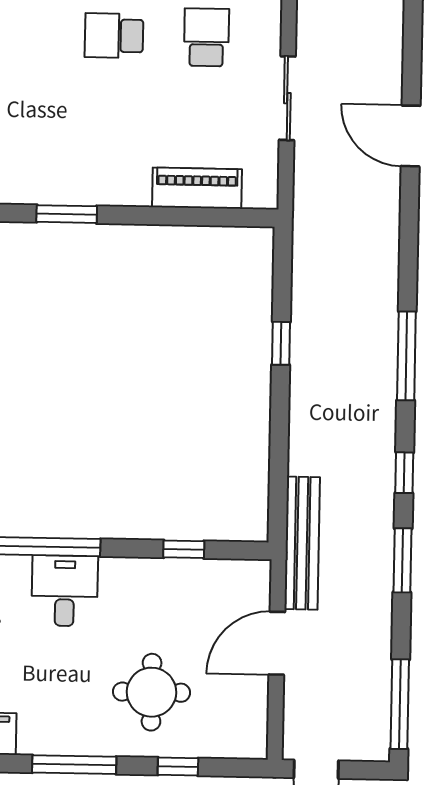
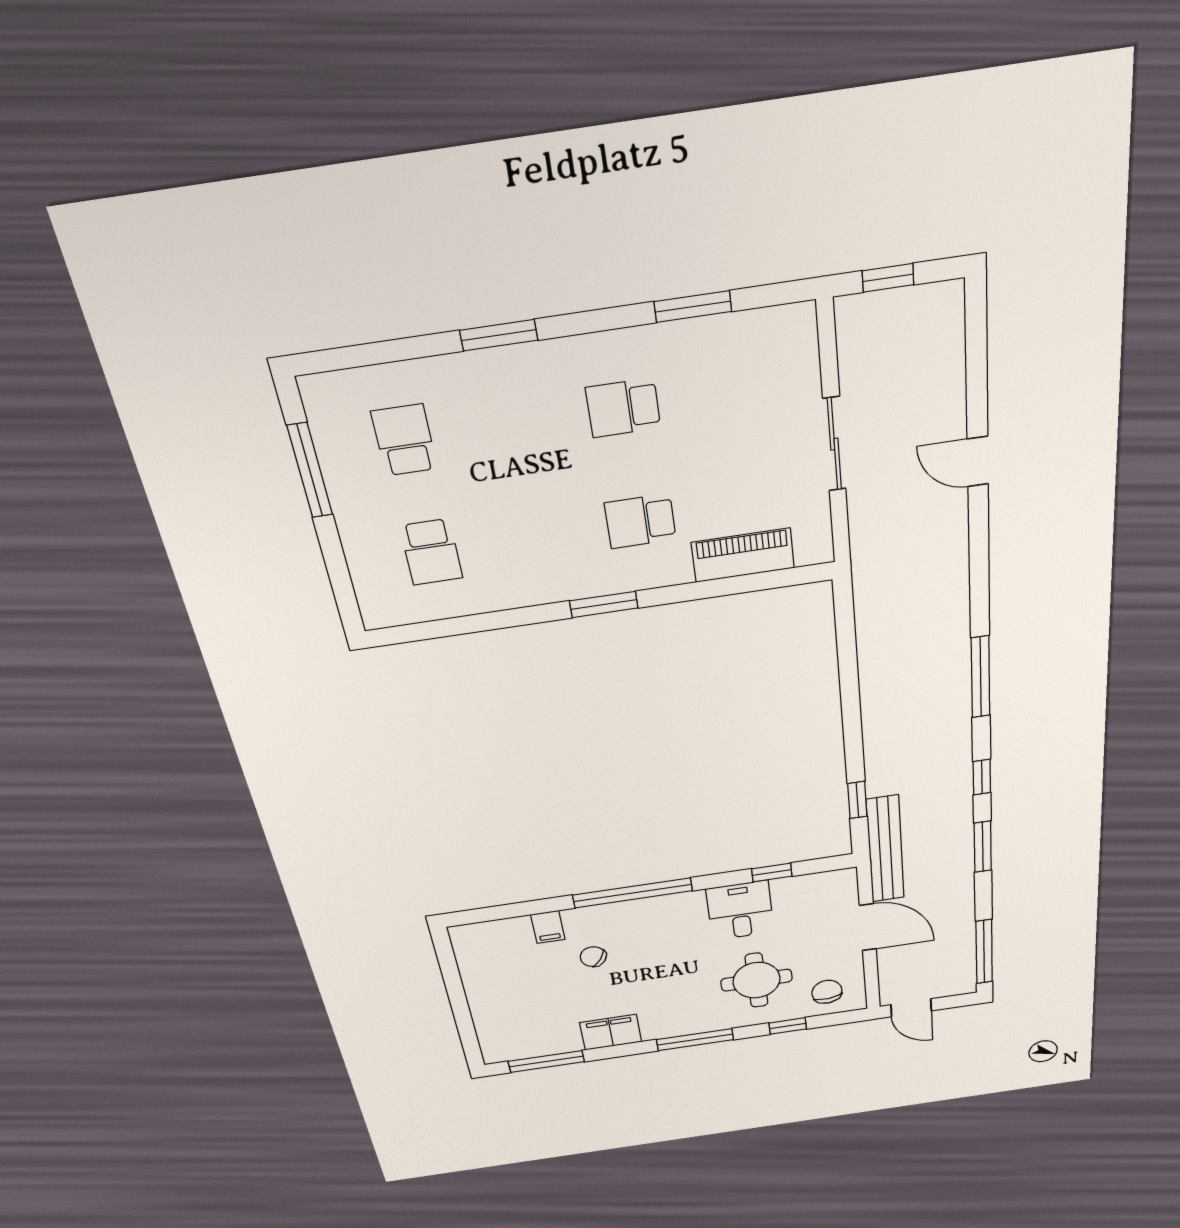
school desk: (206, 37) -> (640, 521), moved, turned -90
door: (411, 136) -> (978, 461), width x0.73
window: (281, 343) -> (857, 800), moved
desk: (65, 591) -> (740, 910), moved
door: (277, 643) -> (868, 927), swing flipped
chair: (226, 725) -> (827, 992), added

